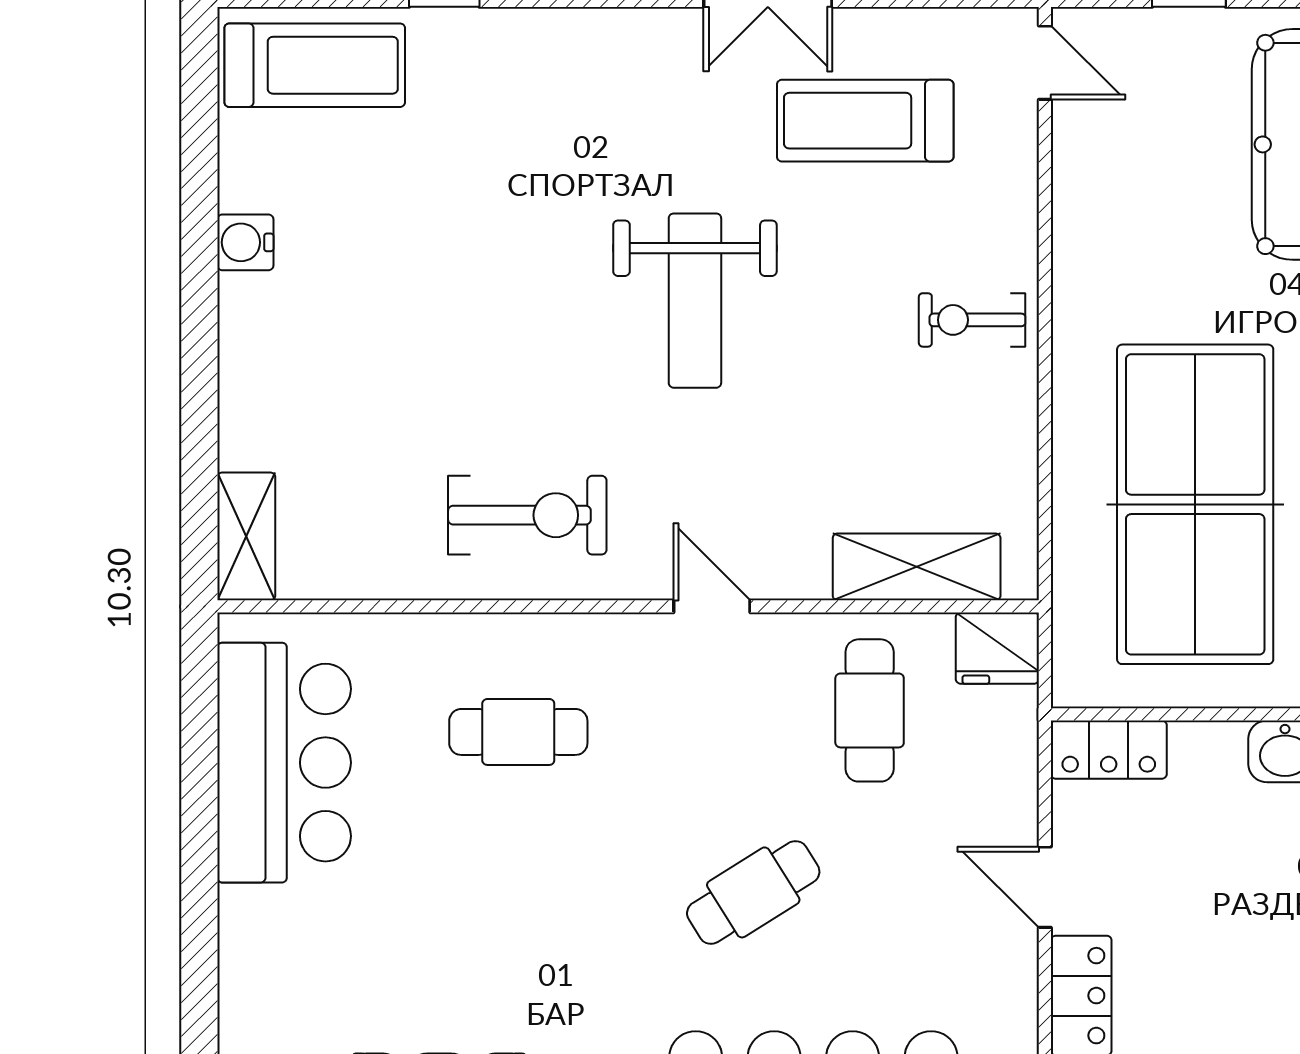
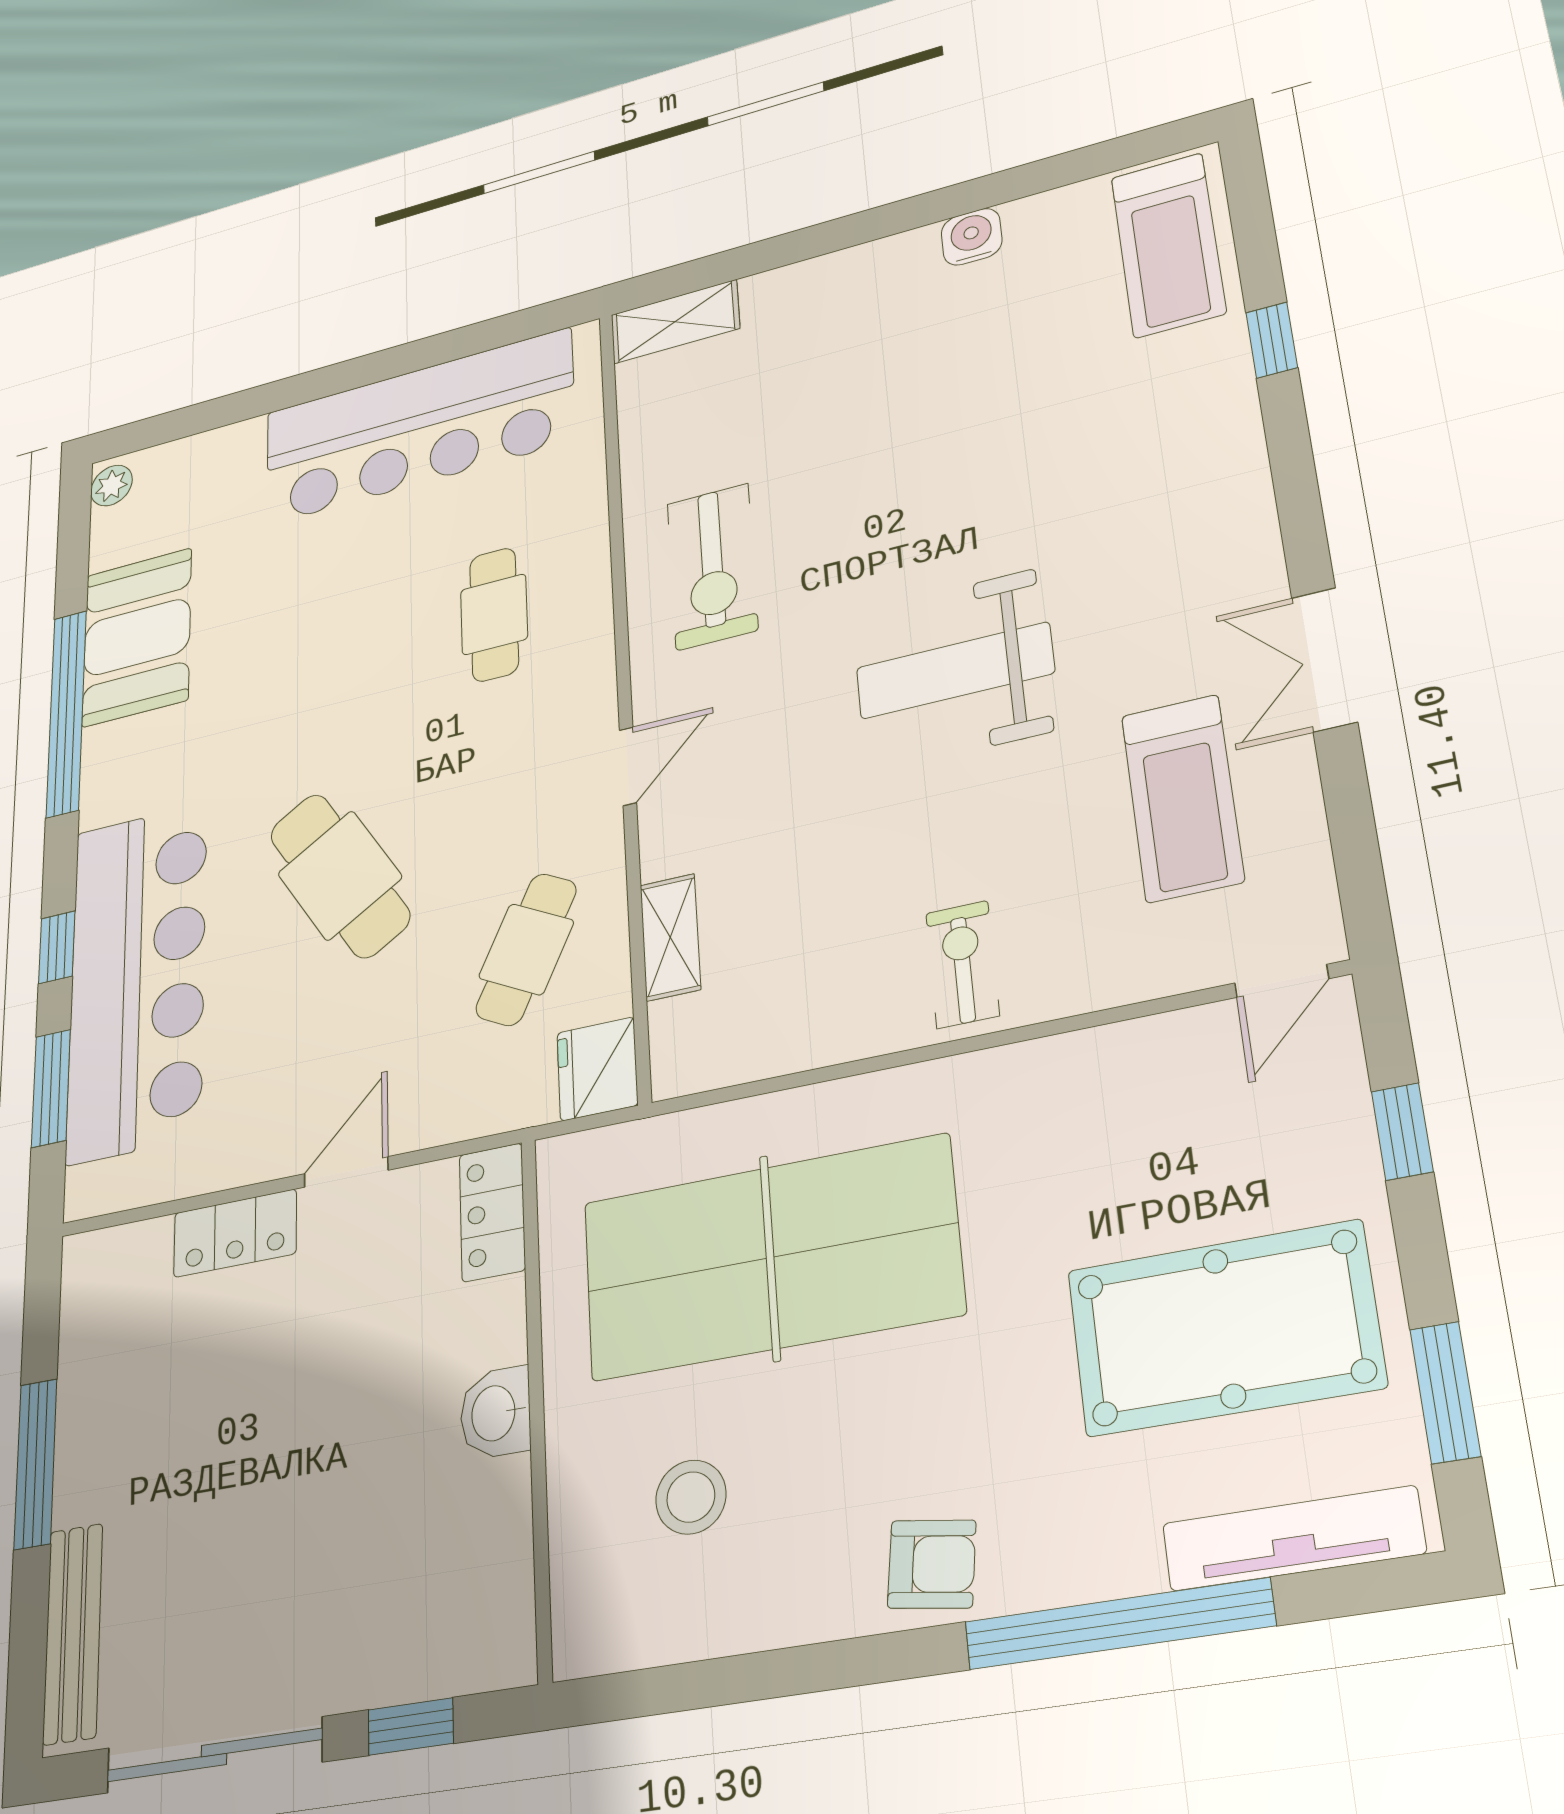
treadmill: (865, 121) -> (1182, 798), turned 180
shelving: (917, 567) -> (670, 937), width x0.67, depth x0.75
cafe table: (870, 710) -> (526, 949), turned -63
bar counter: (284, 763) -> (418, 427), width x1.36
cafe table: (753, 892) -> (340, 875), width x1.37, depth x1.35

